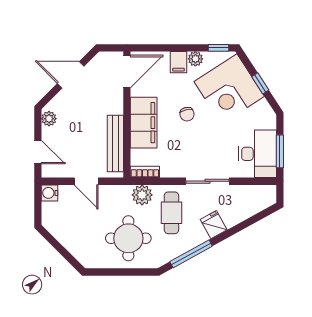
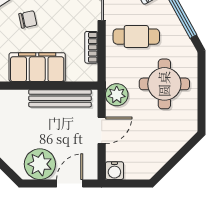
plant: (49, 119) -> (40, 164), width x1.87, depth x1.87
bookcase: (145, 172) -> (91, 47), moved
plant: (142, 195) -> (117, 95), moved

